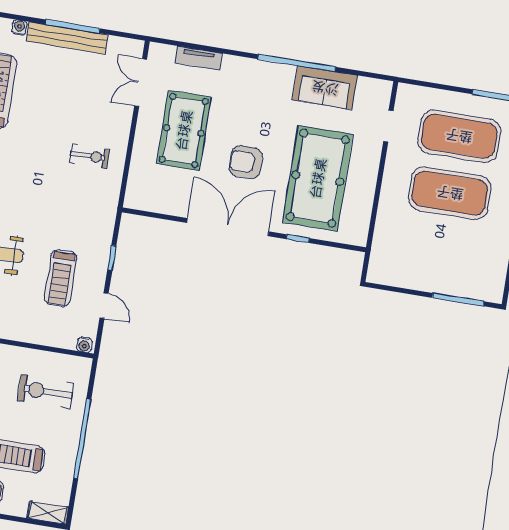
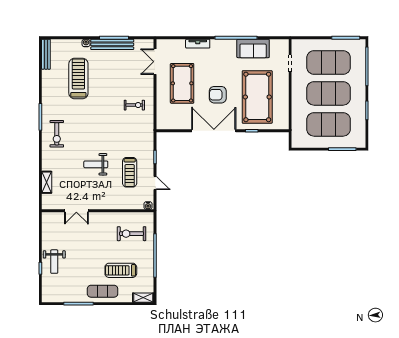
tv unit: (198, 58) -> (198, 44), moved
exercise mat: (441, 250) -> (329, 124), added

